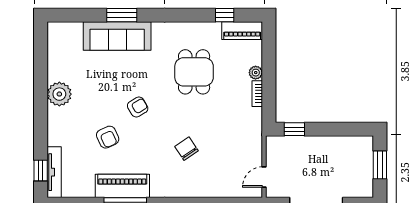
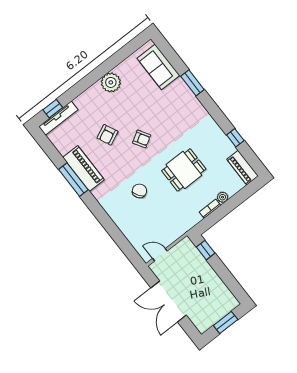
window: (225, 15) -> (235, 138), moved
sofa: (117, 36) -> (158, 67), moved, width x0.73
dining table: (194, 72) -> (184, 170), moved

